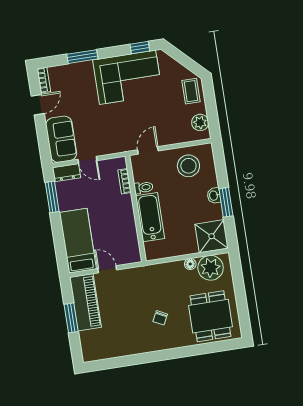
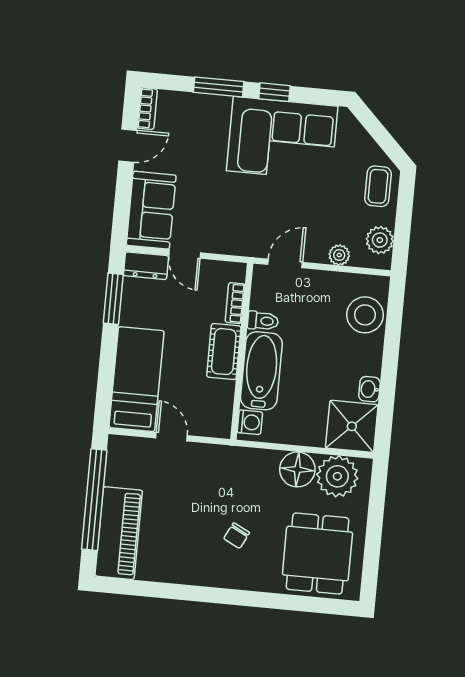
window: (140, 48) -> (274, 92), moved
plant: (179, 137) -> (339, 255), added
stool: (188, 166) -> (365, 315), moved
washbasin: (214, 196) -> (369, 389), moved
window: (226, 202) -> (388, 378), removed
cot: (125, 211) -> (224, 352), added
washing machine: (151, 249) -> (250, 422), added
floor lamp: (190, 264) -> (297, 469), width x1.89, depth x1.89
piano: (85, 302) -> (119, 533), moved
window: (71, 318) -> (94, 500), width x2.11

